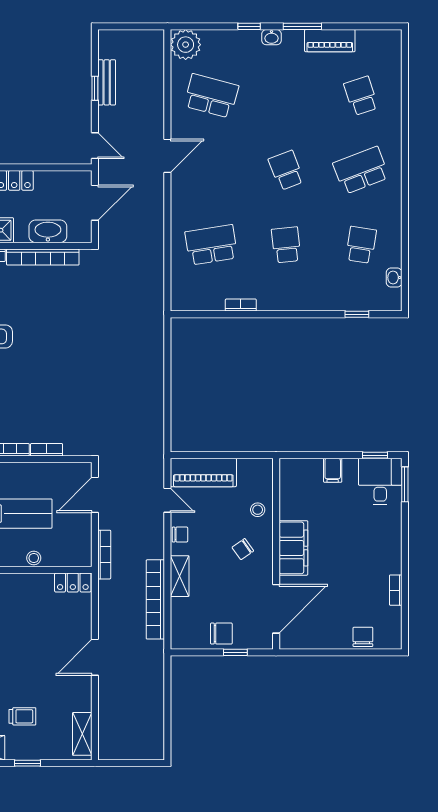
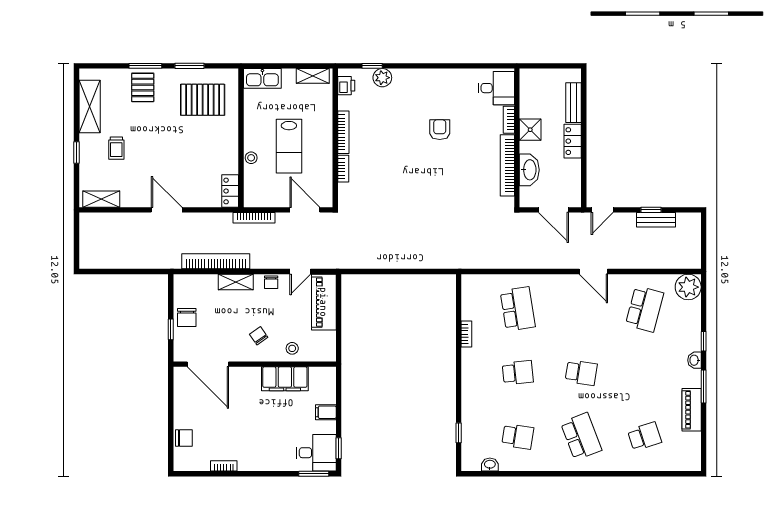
school desk: (286, 170) -> (581, 373), turned 30
filing cabinet: (293, 548) -> (285, 379), moved

